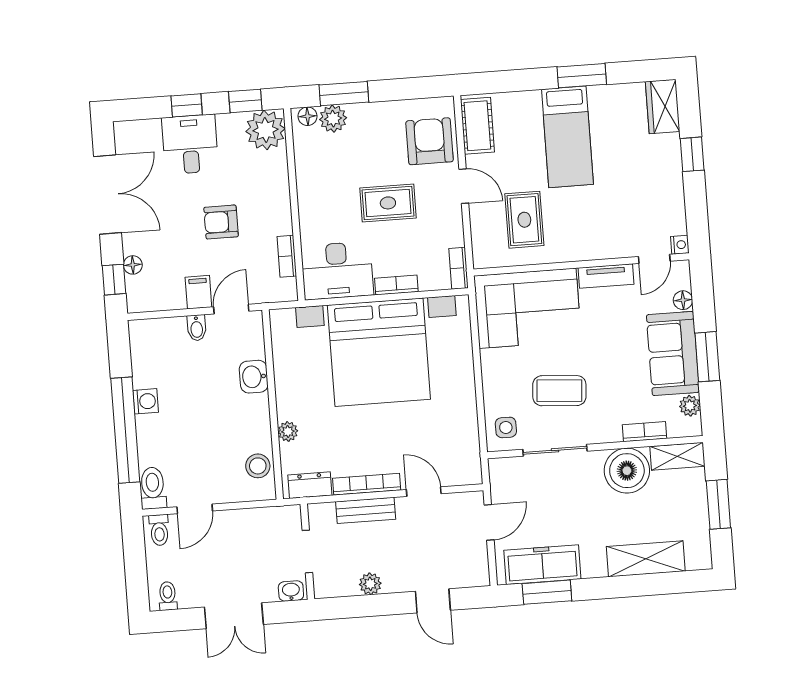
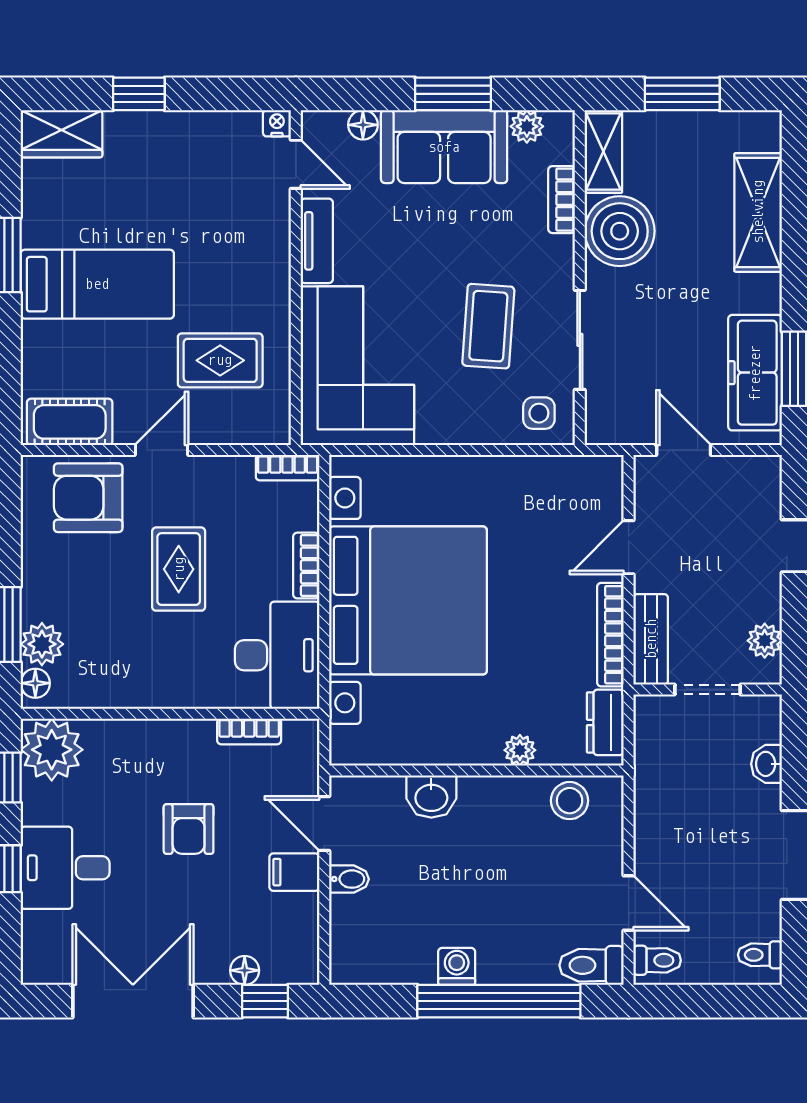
doorway: (307, 552) -> (707, 689), moved
wall: (307, 552) -> (708, 689), moved

